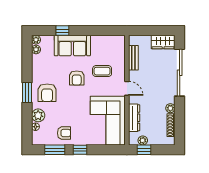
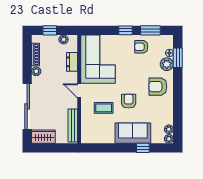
bench: (133, 58) -> (73, 126), width x1.36
window: (27, 92) -> (178, 58), moved
armchair: (47, 93) -> (158, 87), turned -90
dresser: (134, 118) -> (72, 62), width x0.70
window: (144, 150) -> (50, 30), moved

